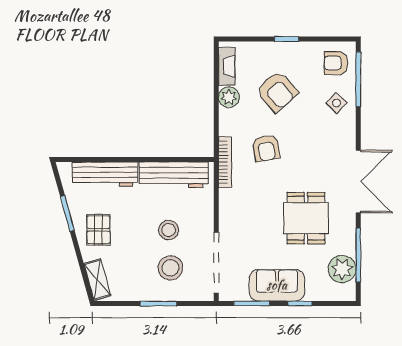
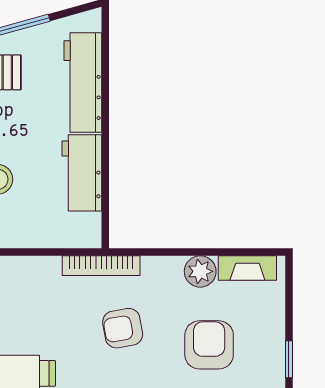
armchair: (277, 91) -> (209, 345), turned 131
workbench: (174, 175) -> (82, 173), width x0.73

